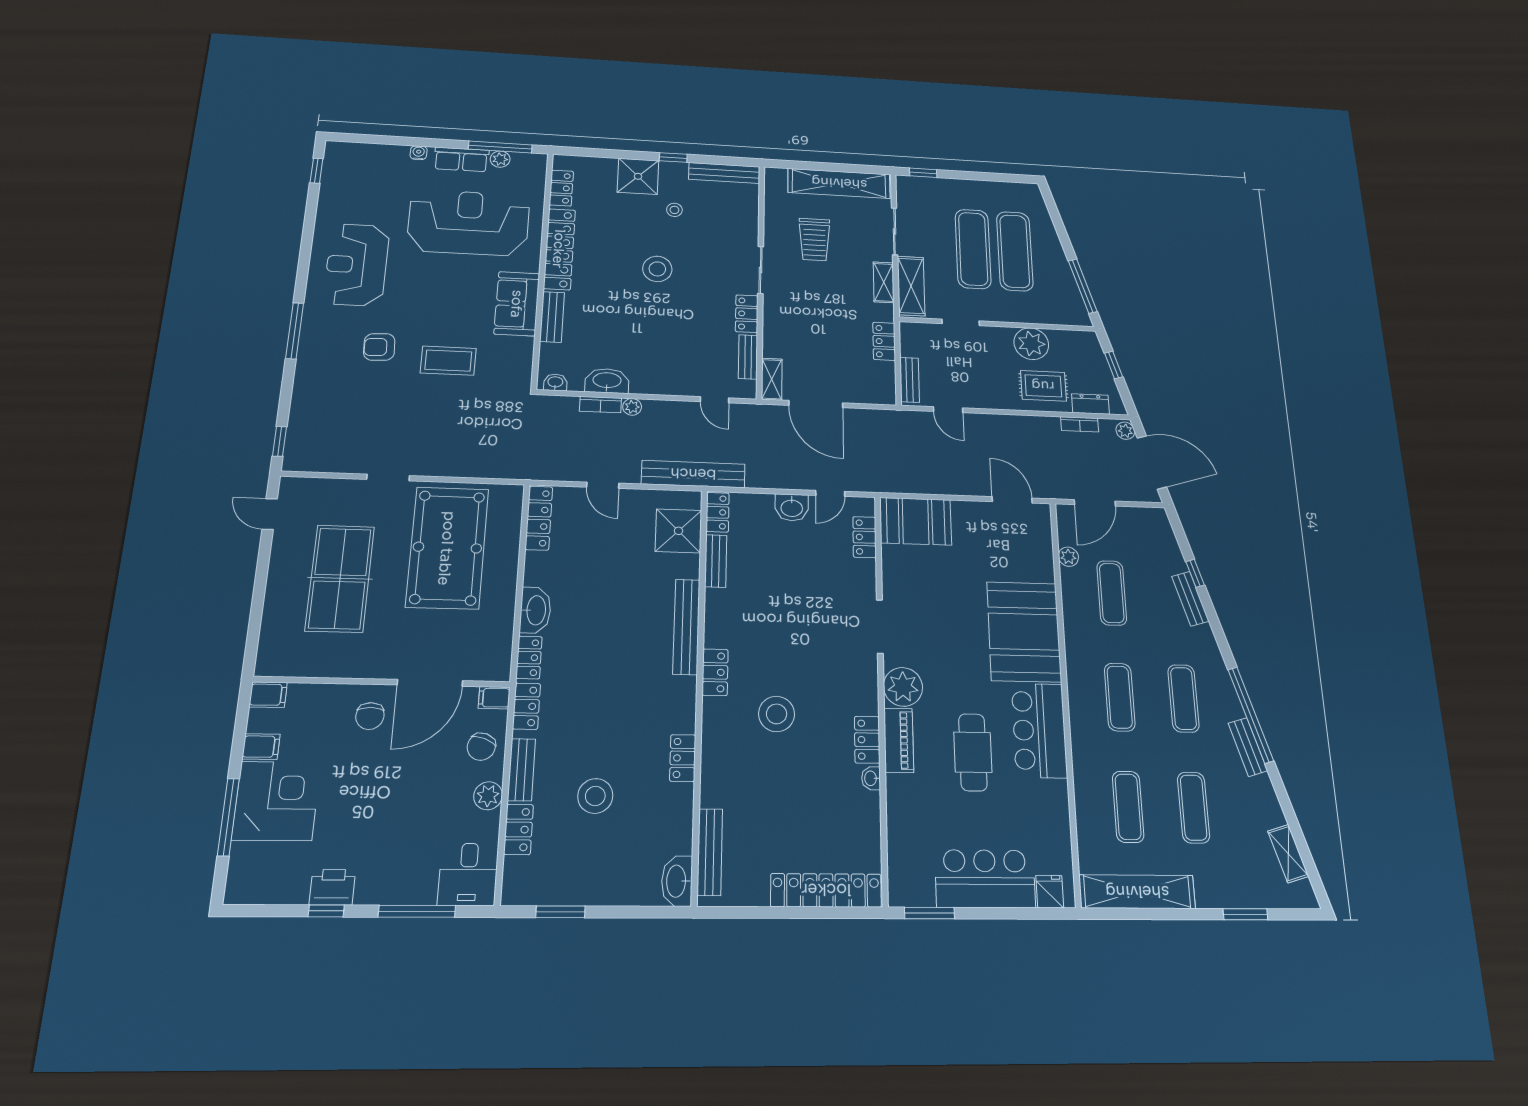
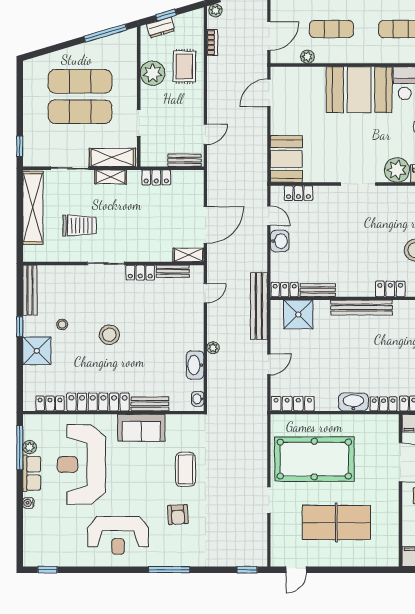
dresser: (1090, 404) -> (161, 28), moved, turned -107
bookcase: (600, 405) -> (212, 369), removed
door: (1095, 503) -> (269, 36), hinge flipped

